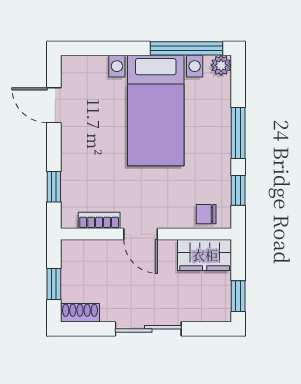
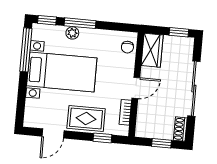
plant: (221, 65) -> (72, 33), moved
rug: (83, 157) -> (86, 118), added
window: (238, 190) -> (47, 20), moved
sliding door: (148, 329) -> (194, 89), width x1.37

